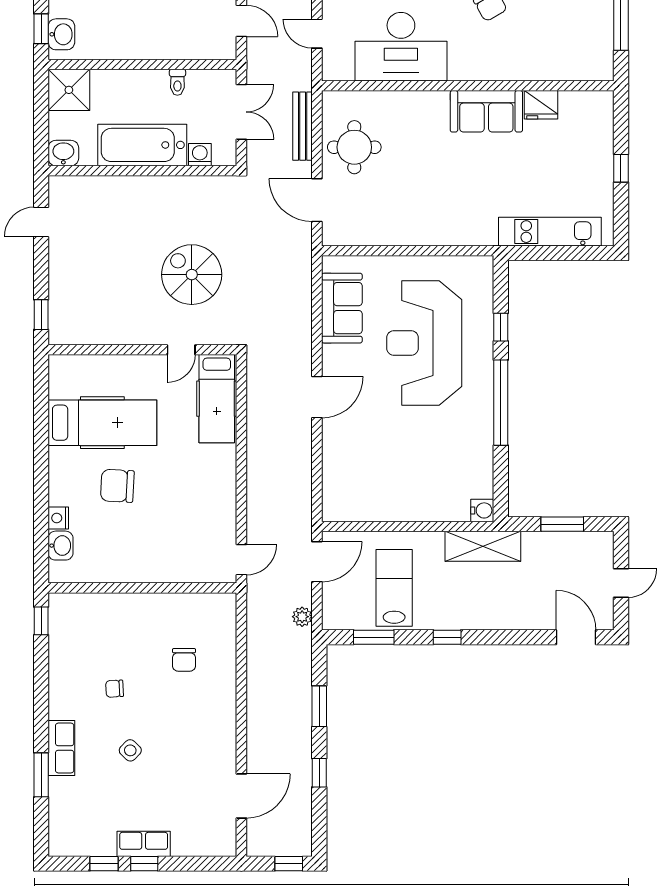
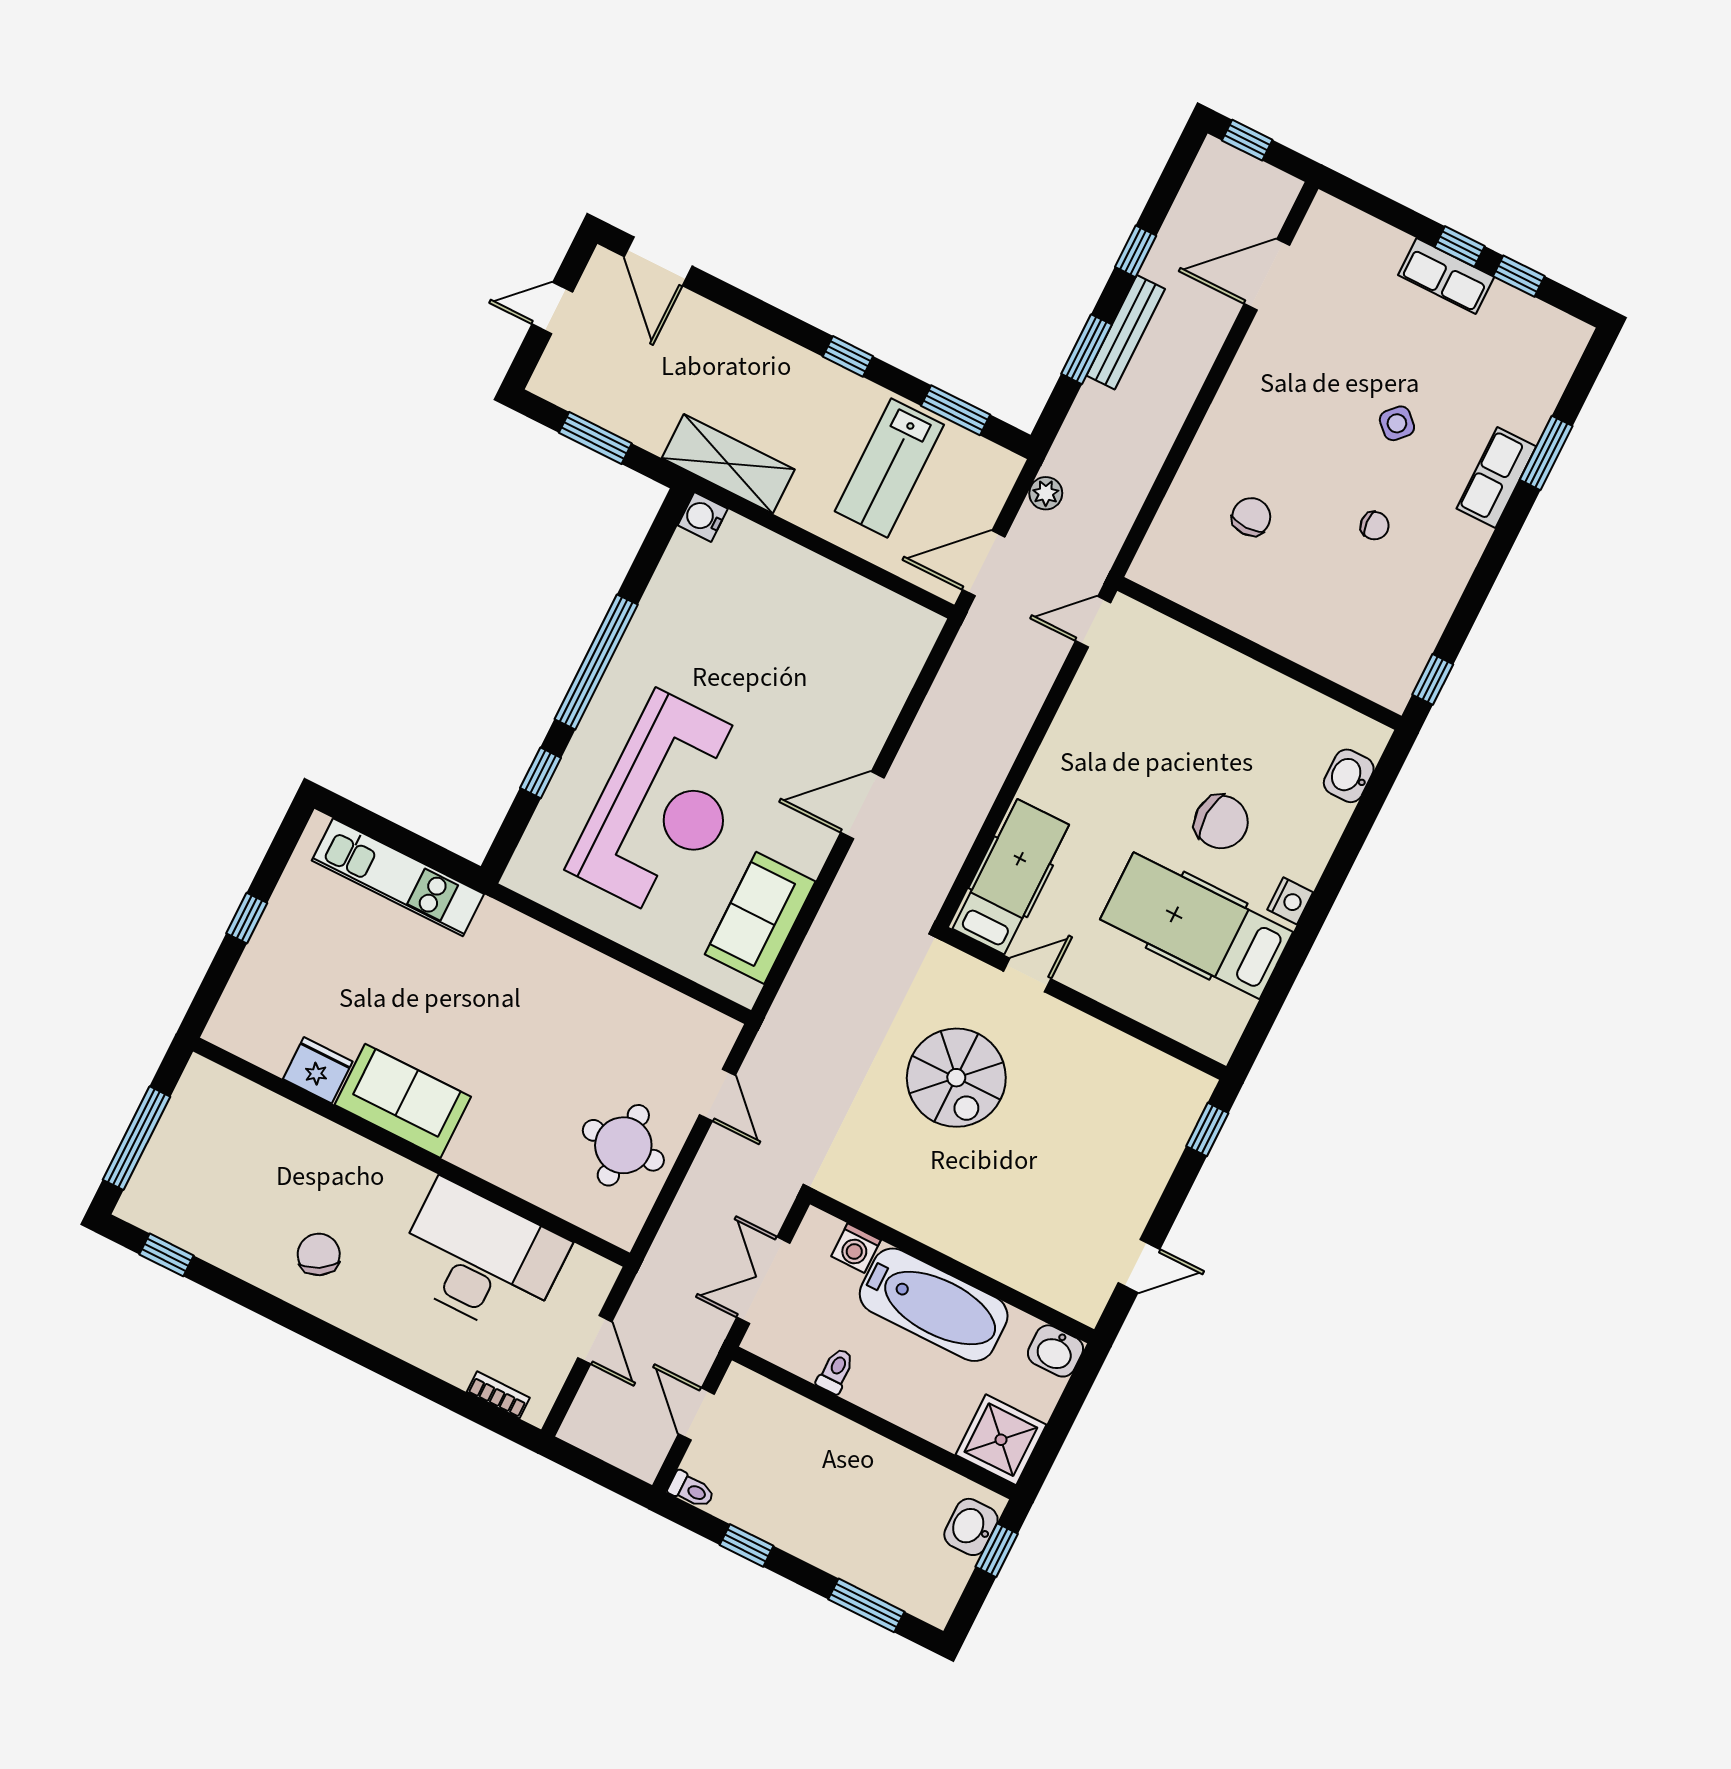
bench: (303, 126) -> (1126, 332), moved
door: (317, 200) -> (717, 1095), width x0.73
nightstand: (58, 518) -> (1290, 901), moved

